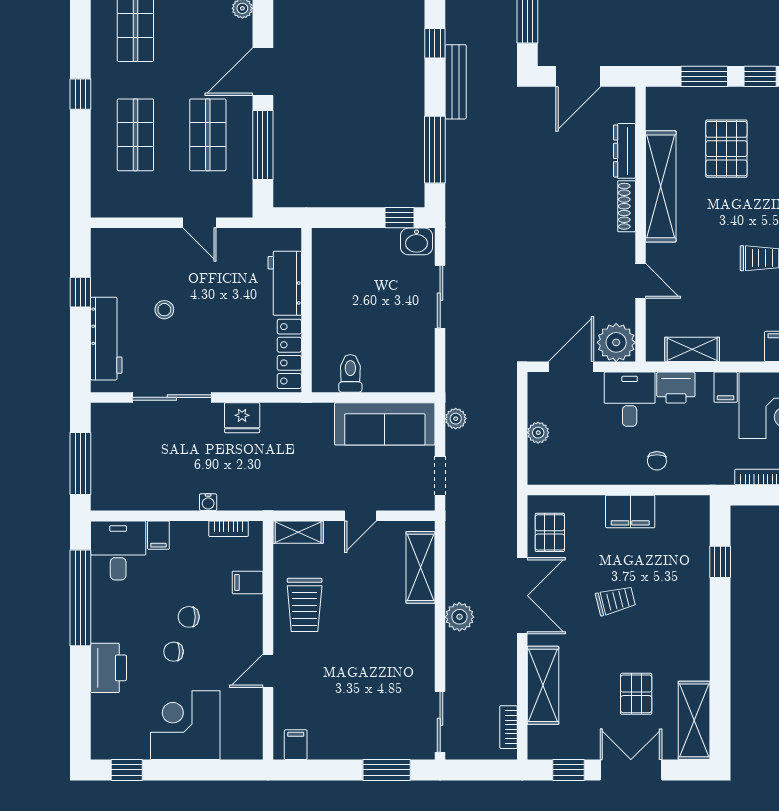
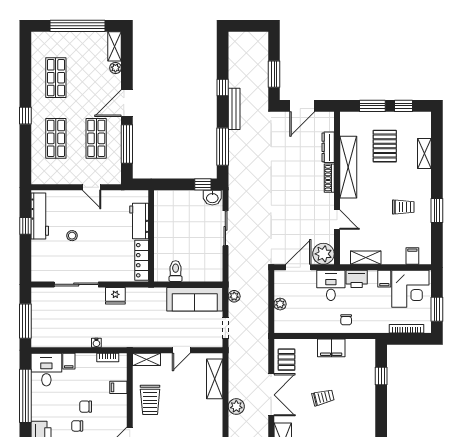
workbench: (106, 339) -> (40, 216), moved

